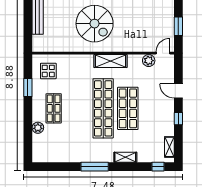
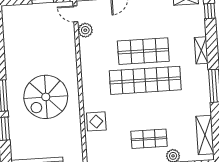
spiral stairs: (95, 24) -> (46, 97), turned 180
shelving: (110, 61) -> (205, 135), moved
display table: (48, 71) -> (96, 121), moved

